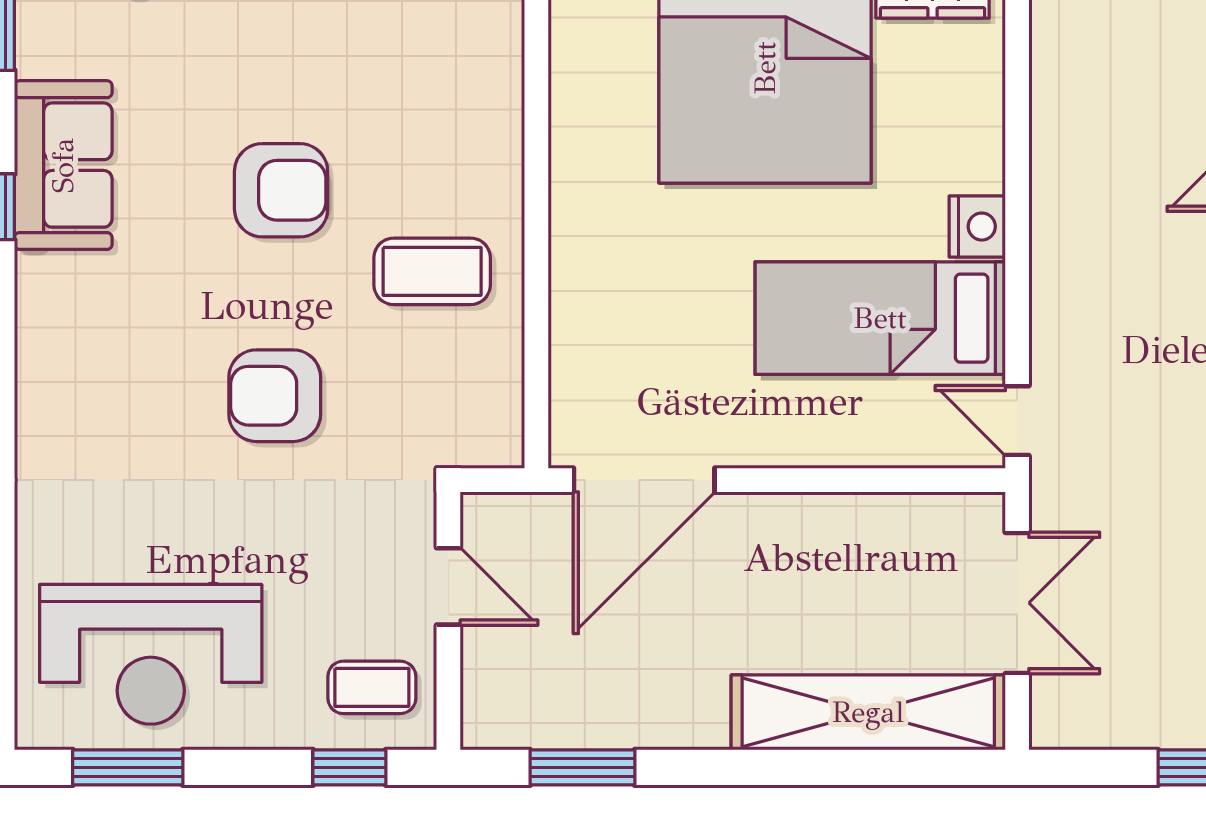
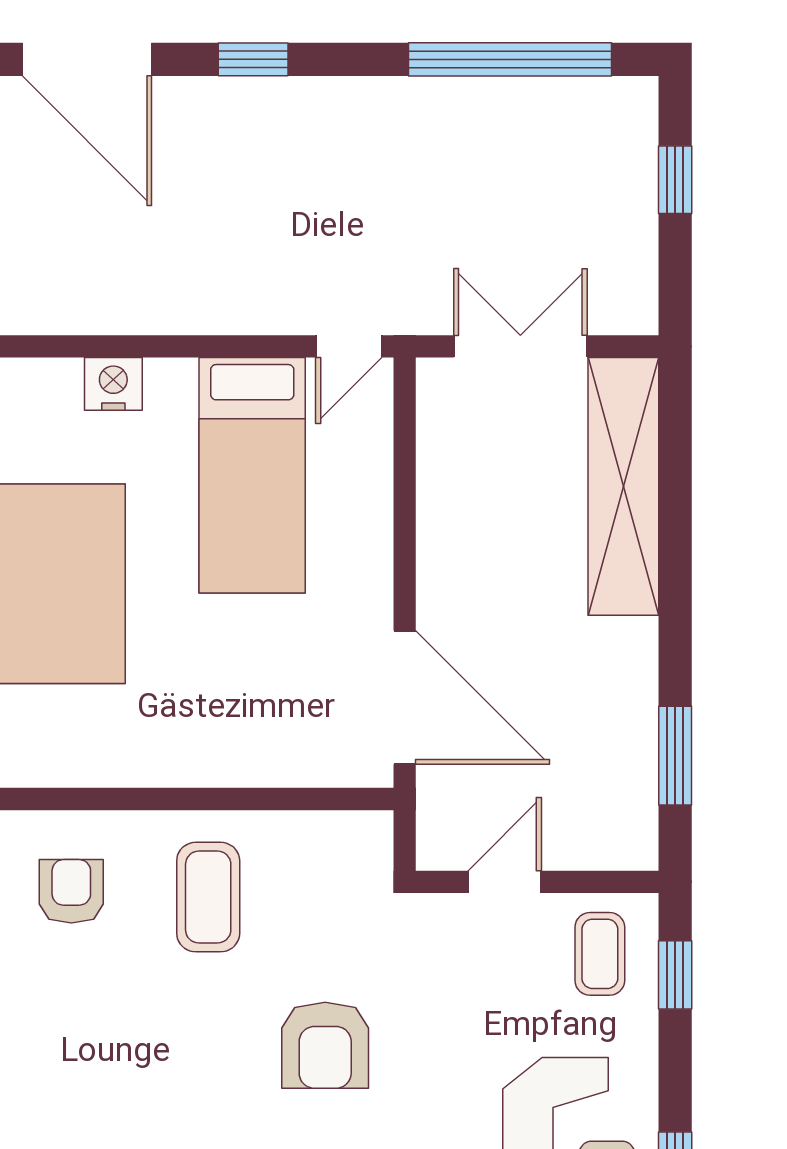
armchair: (281, 190) -> (71, 891), moved, width x0.72, depth x0.72
nightstand: (977, 227) -> (113, 384), moved

